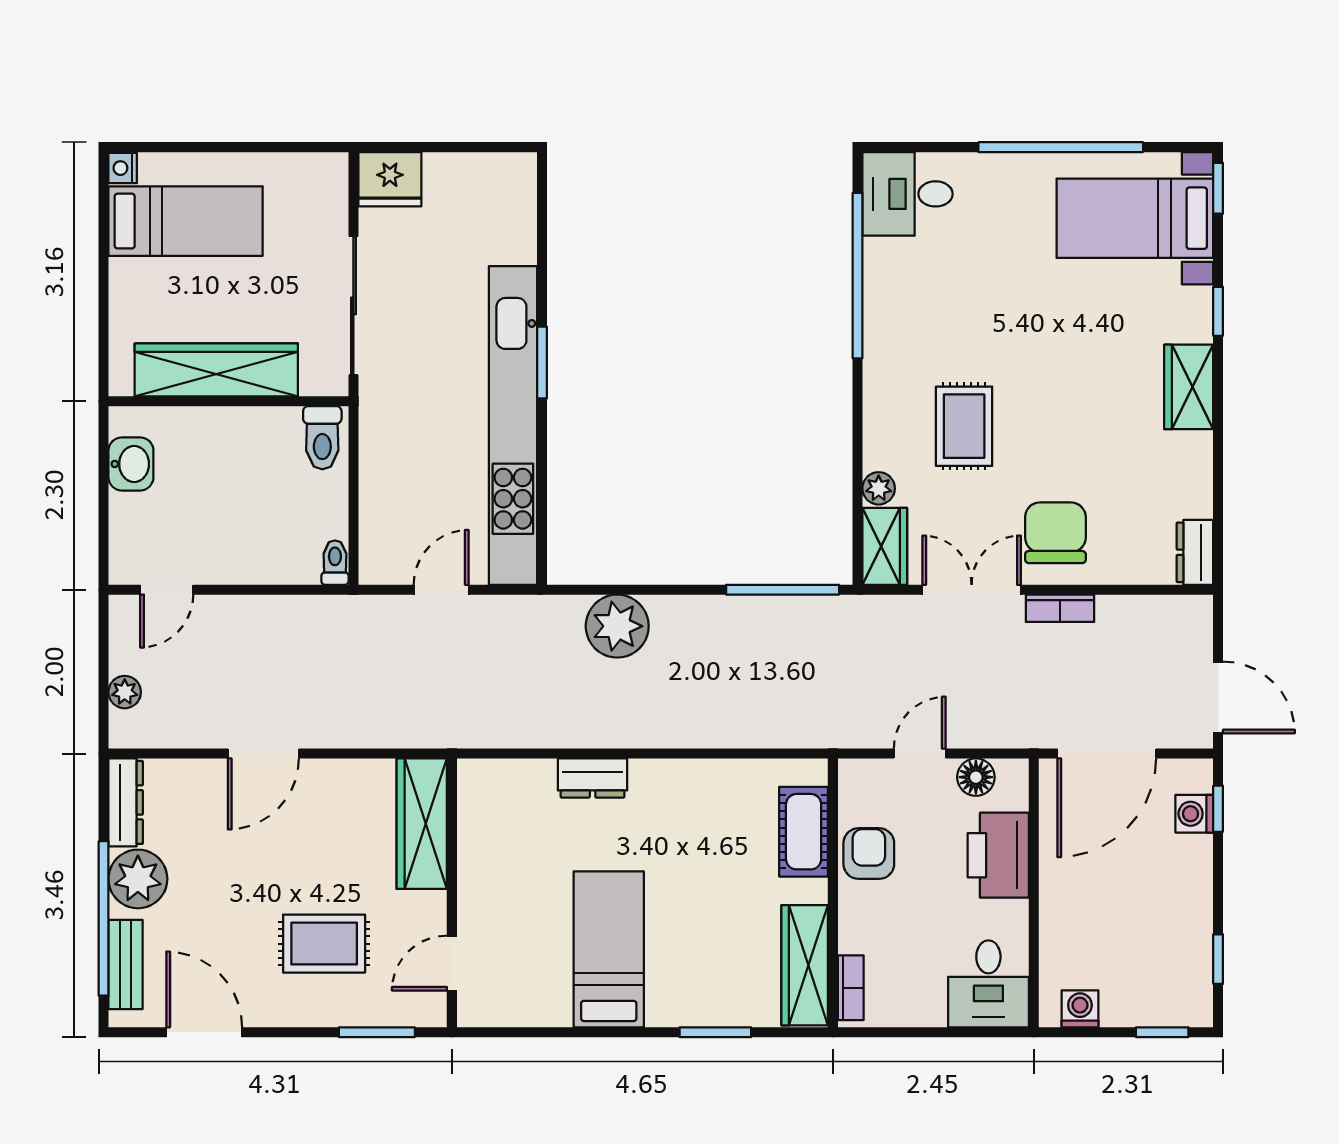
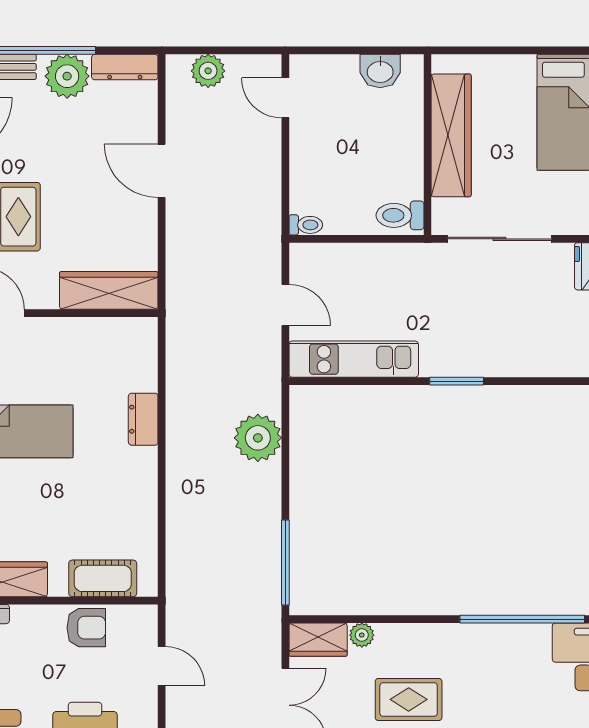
kitchen unit: (513, 425) -> (354, 359), width x0.54
plant: (125, 692) -> (208, 71), width x1.38, depth x1.38
floor lamp: (976, 777) -> (144, 708), removed

